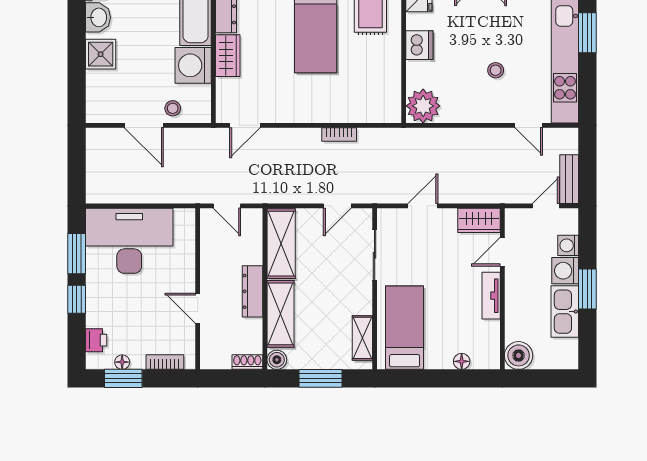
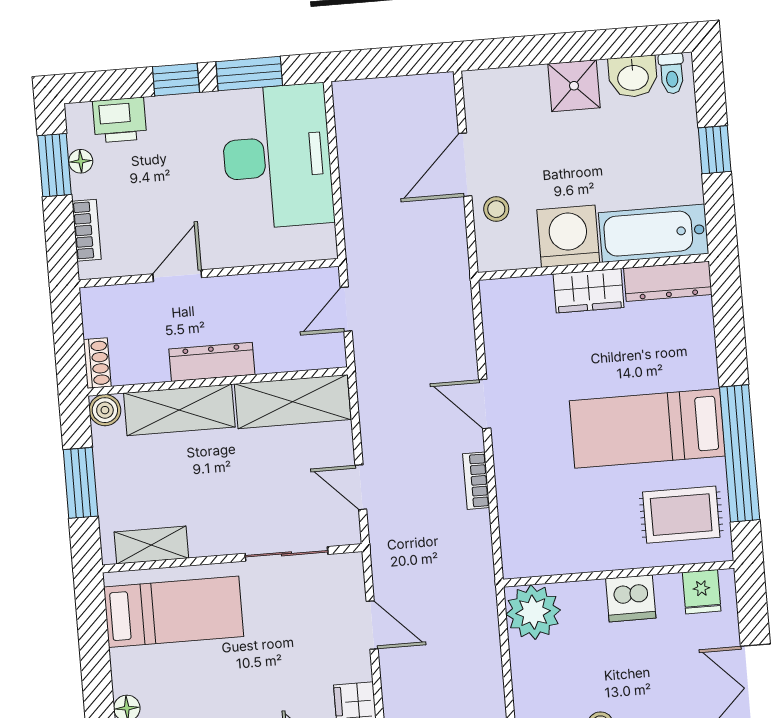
door: (245, 125) -> (485, 404), moved
printer: (96, 340) -> (120, 120), width x1.36, depth x1.24

